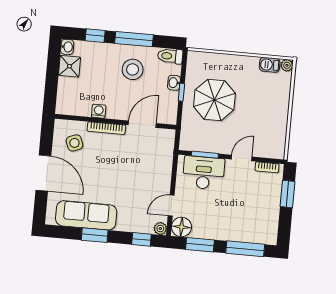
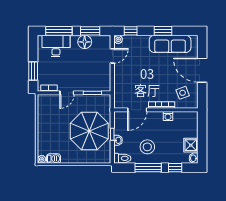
parasol: (214, 100) -> (89, 131), width x1.36, depth x1.36
desk: (204, 173) -> (56, 46), moved, turned 180
floor lamp: (181, 227) -> (85, 42), moved

